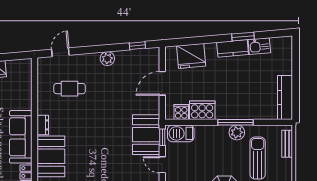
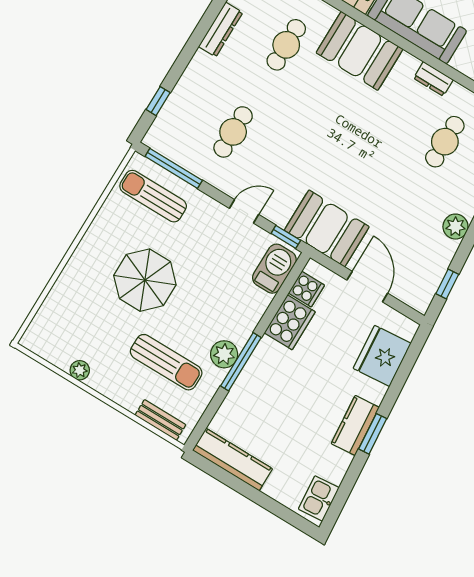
window: (243, 37) -> (373, 434), moved
kitchen sink: (259, 46) -> (319, 498), moved
dresser: (43, 125) -> (433, 79), moved
booth: (146, 135) -> (327, 228), moved

